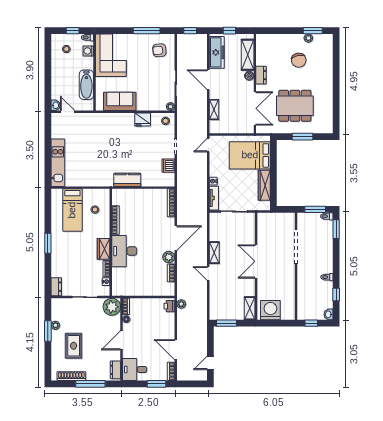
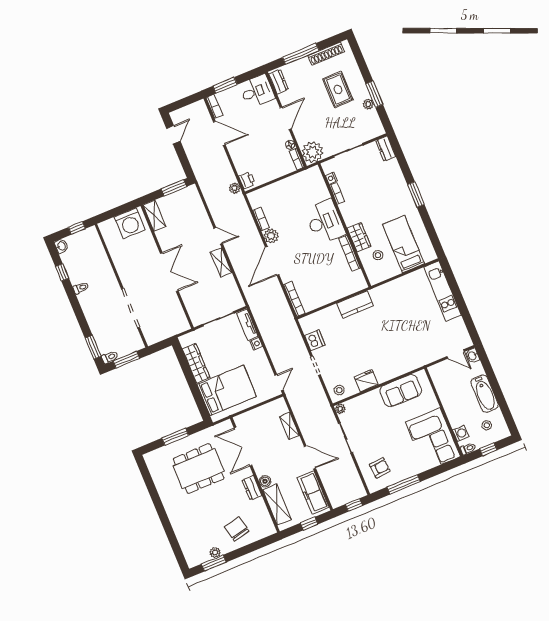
chair: (299, 60) -> (237, 529), moved
bathtub: (86, 85) -> (485, 394), moved, turned 180
wardrobe: (104, 249) -> (359, 237), moved

